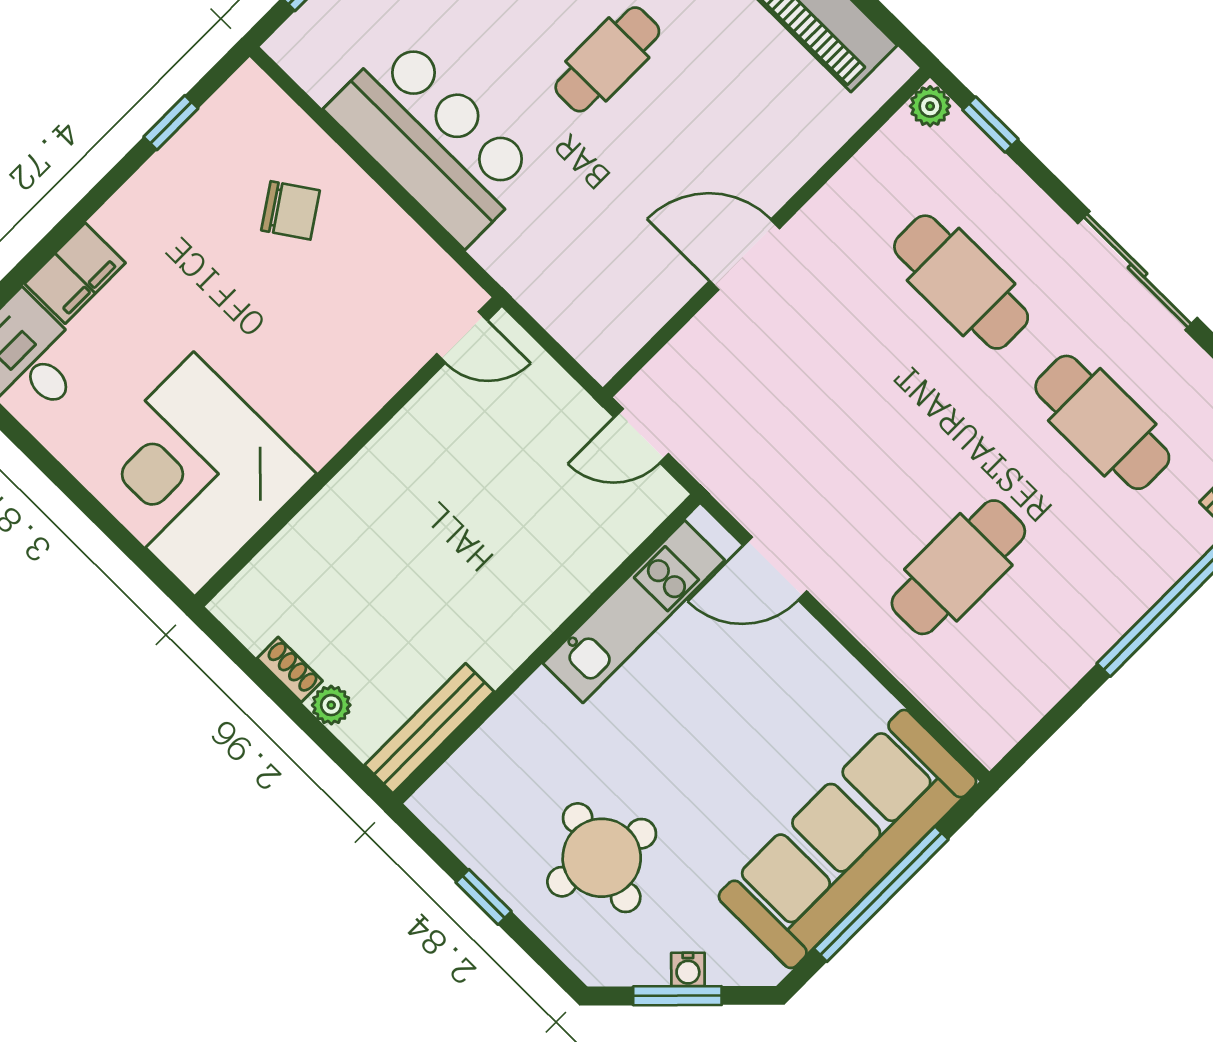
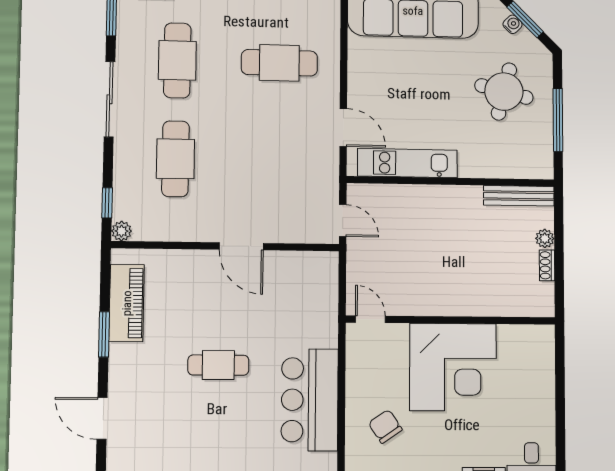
corner desk: (194, 474) -> (453, 367), moved
window: (484, 897) -> (558, 120), width x2.17

